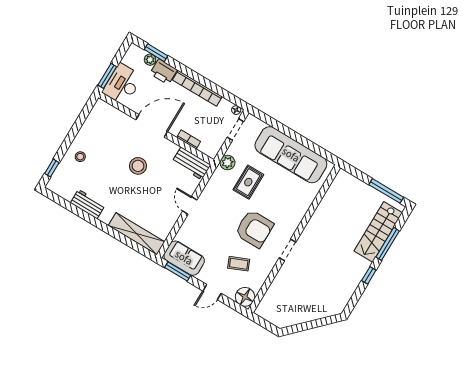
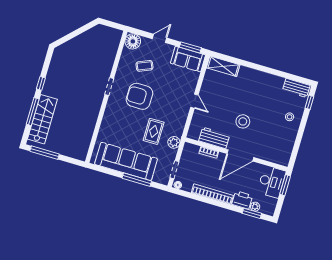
window: (284, 129) -> (137, 180), added
workbench: (191, 163) -> (214, 138), moved
workbench: (88, 204) -> (296, 88), moved
shelving: (136, 234) -> (223, 66), width x0.68

